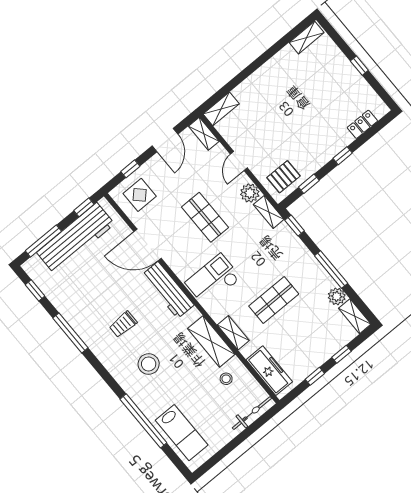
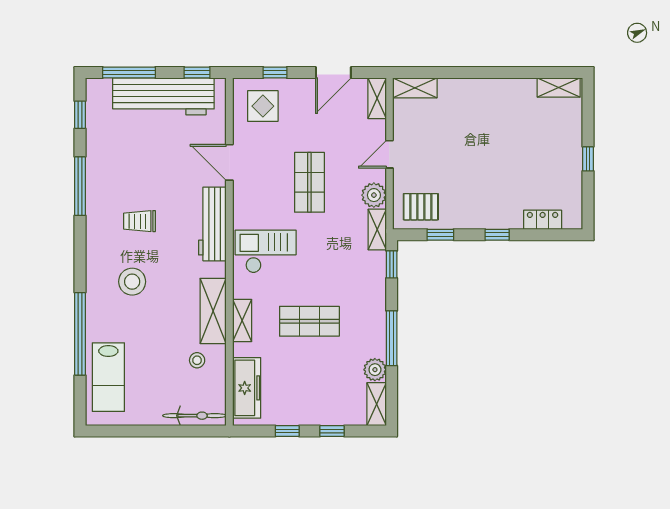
door: (148, 245) -> (229, 162), width x0.73

